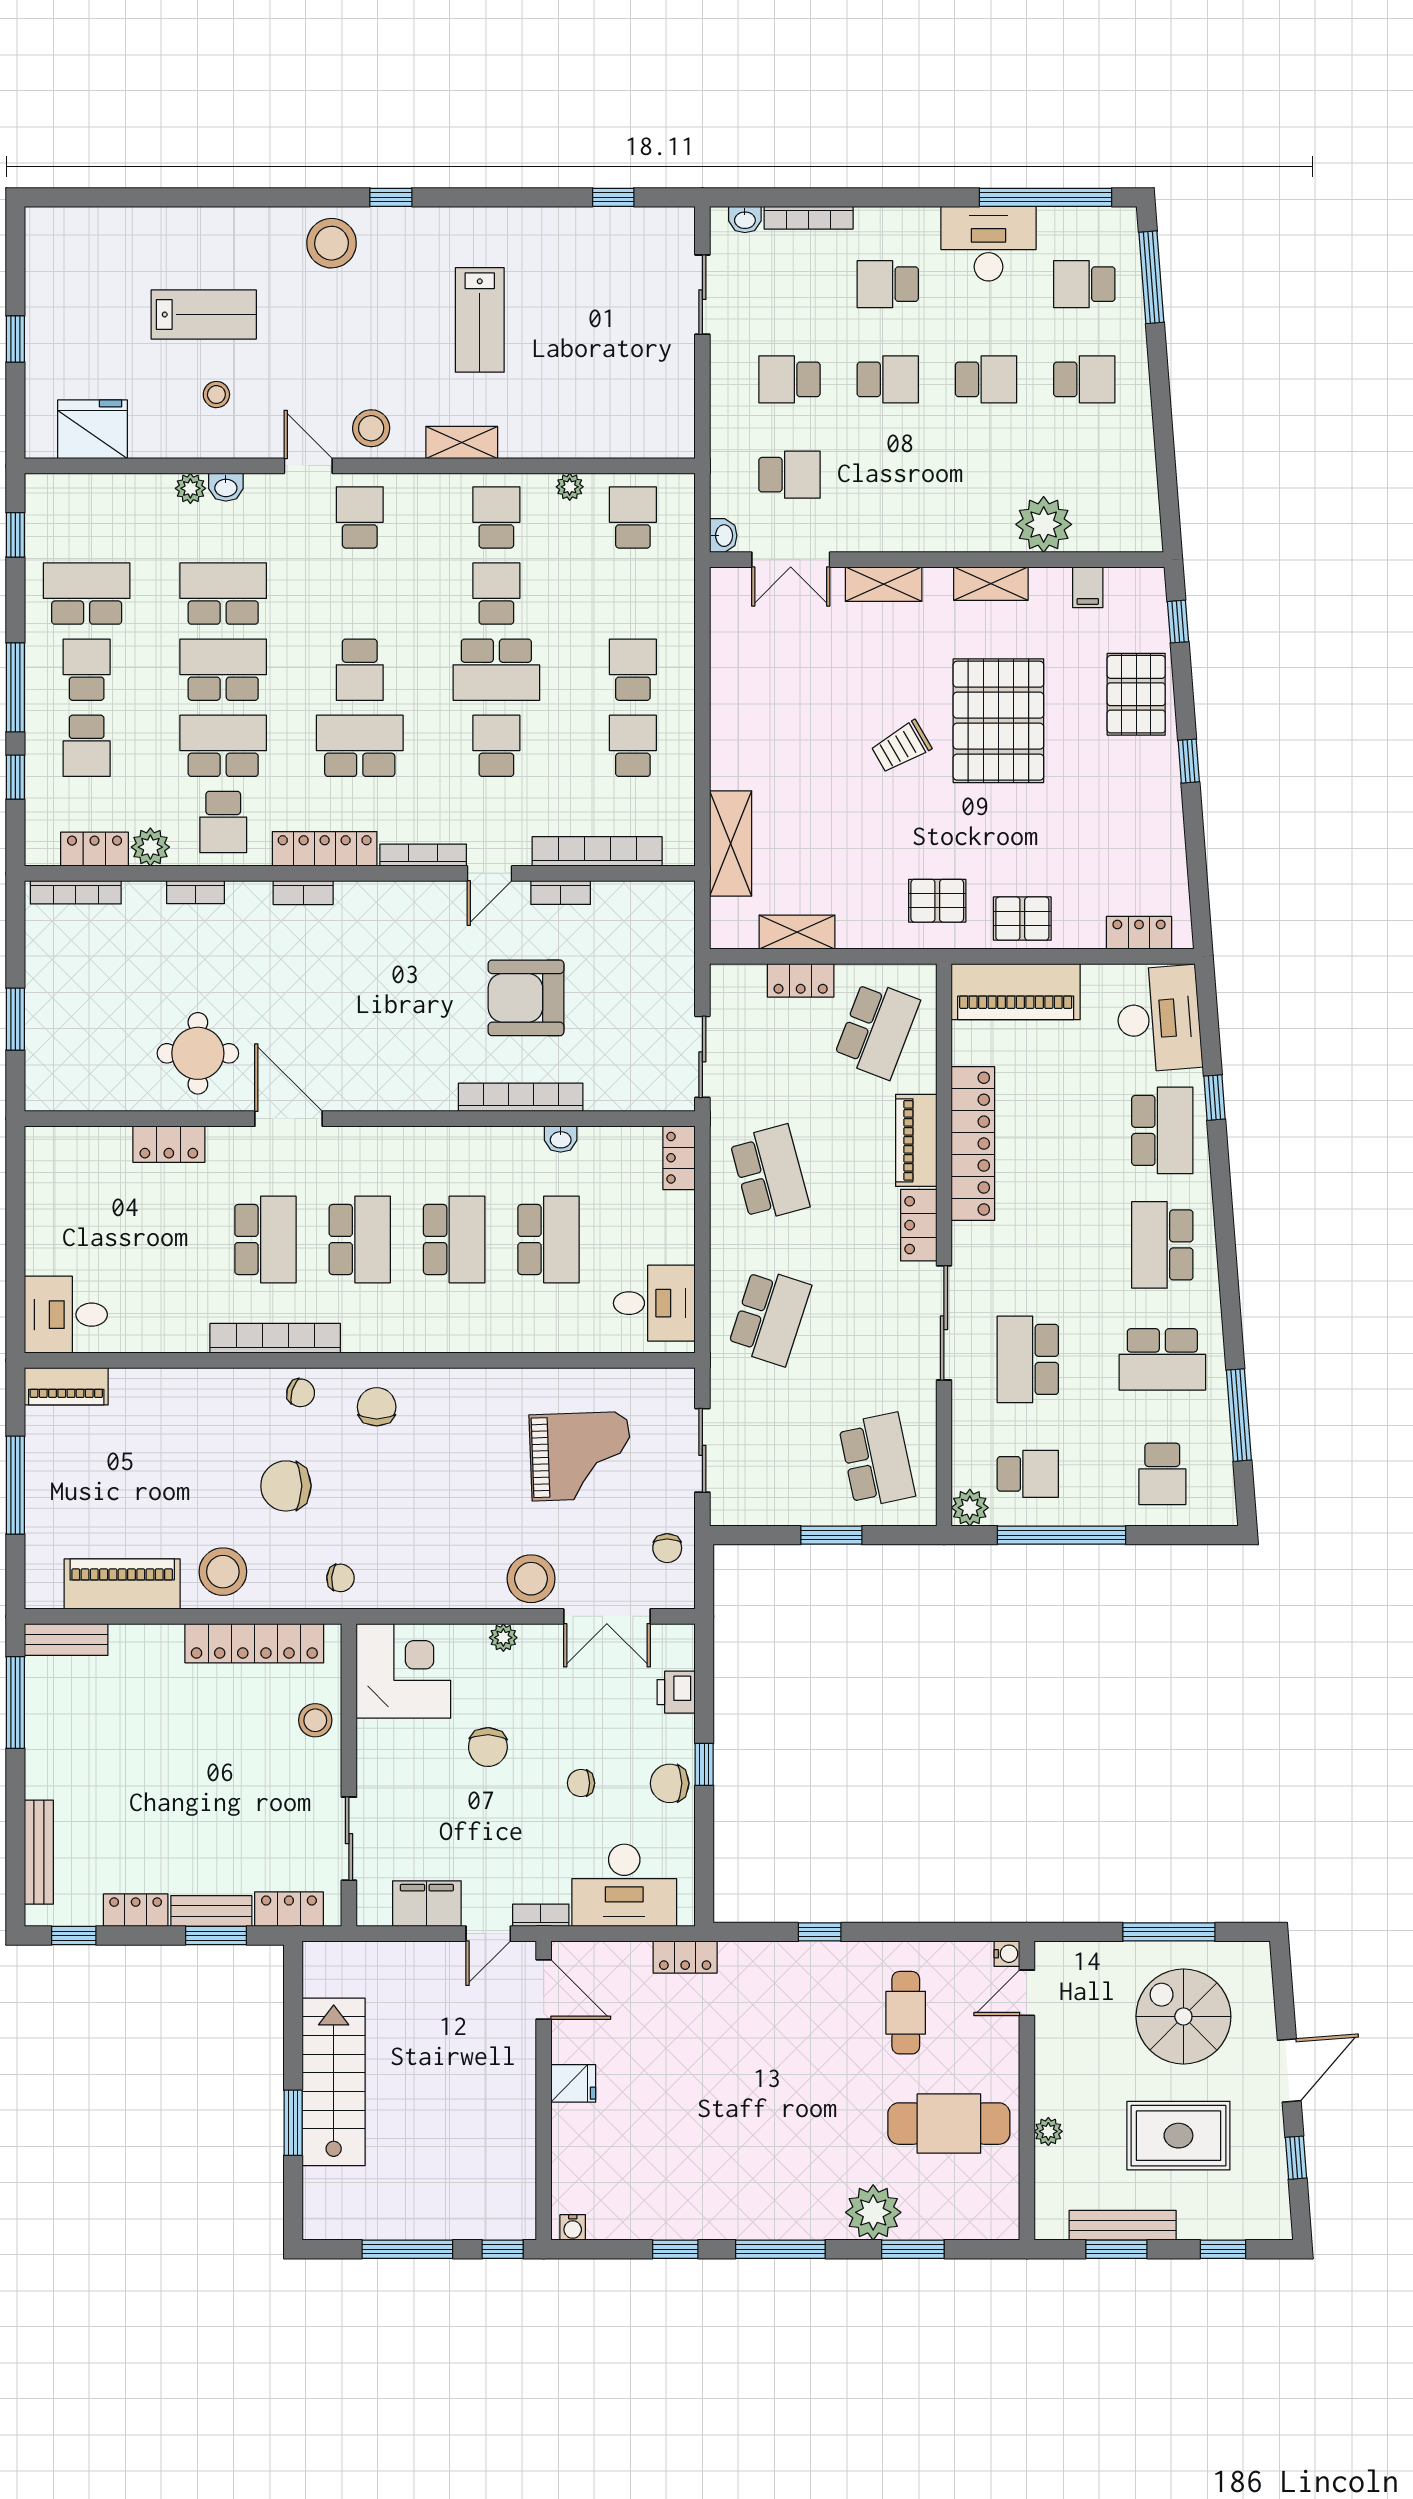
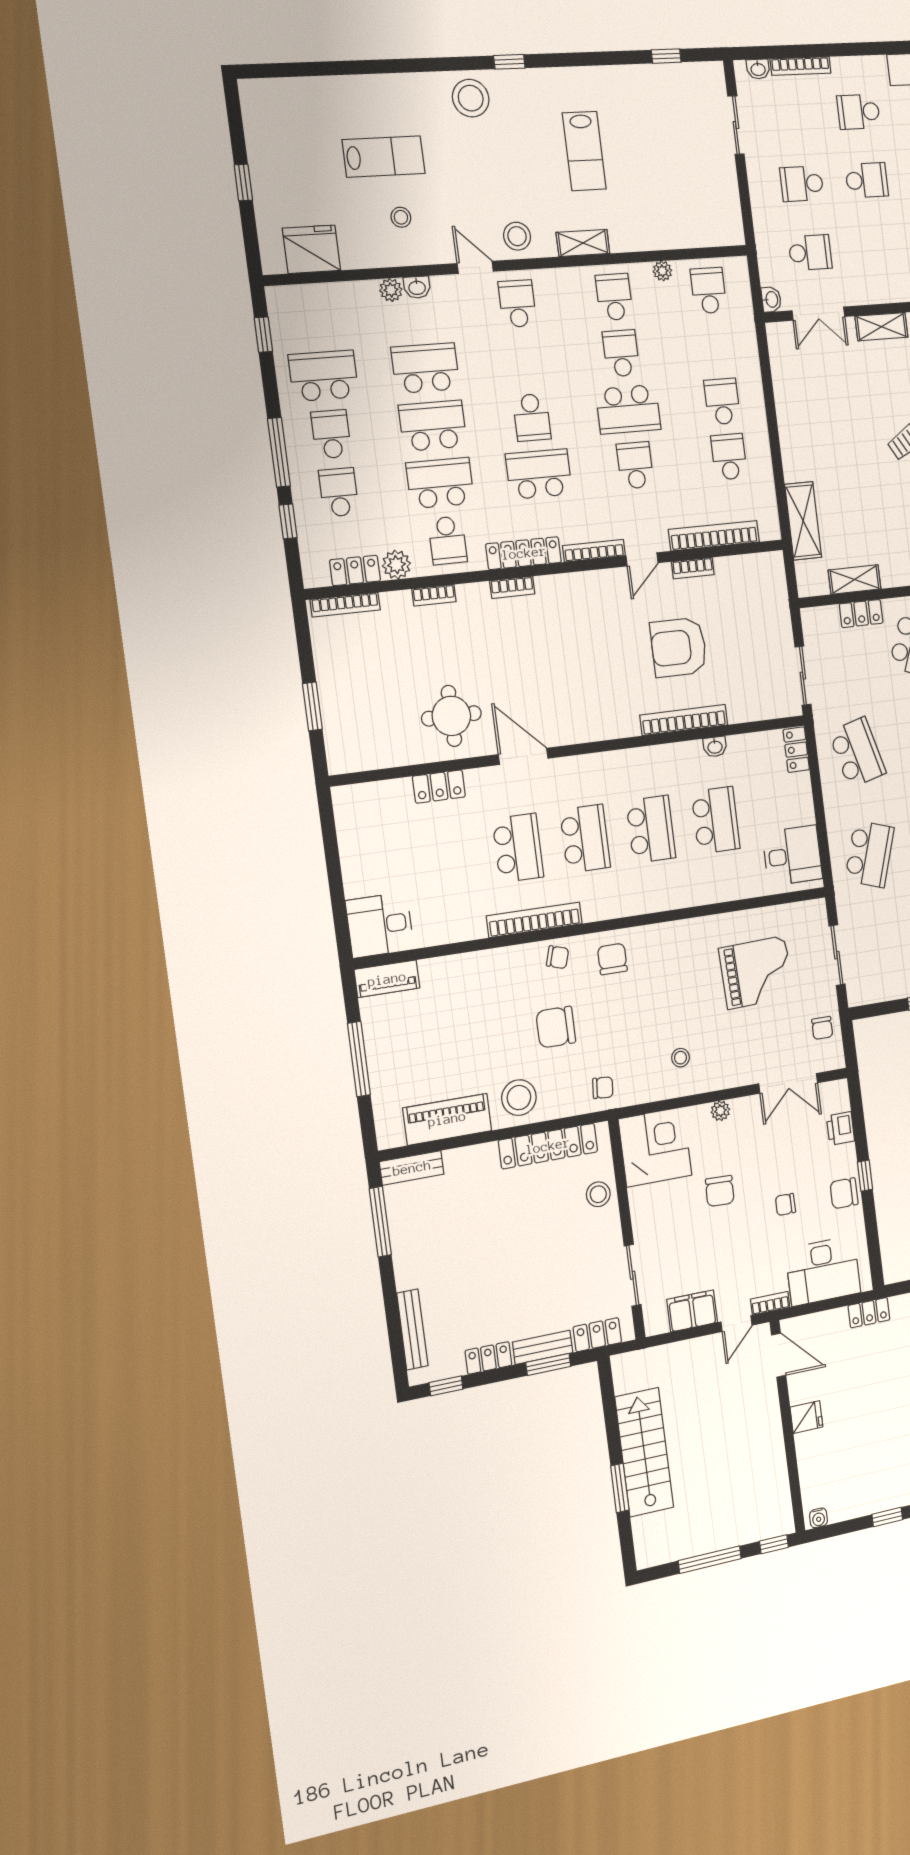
school desk: (87, 746) -> (339, 492), turned 180
stool: (531, 1579) -> (680, 1058), moved, width x0.53, depth x0.53

